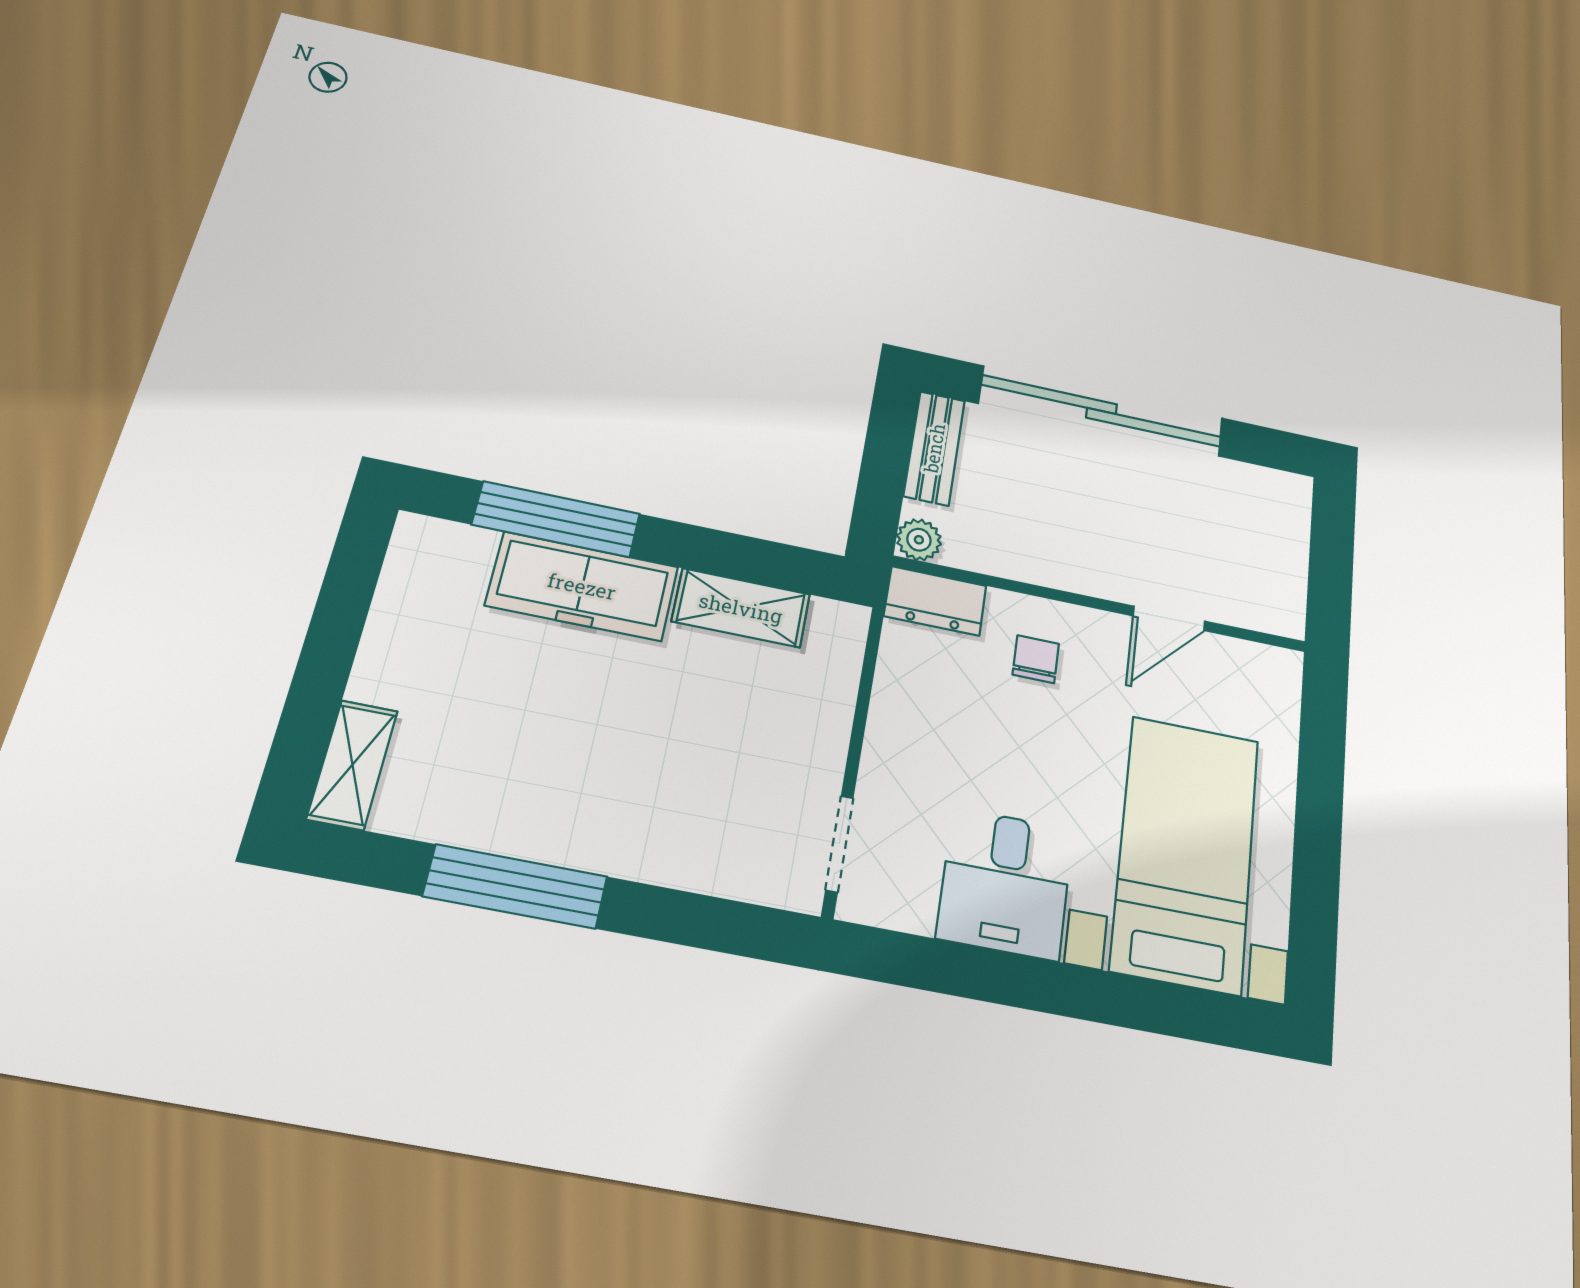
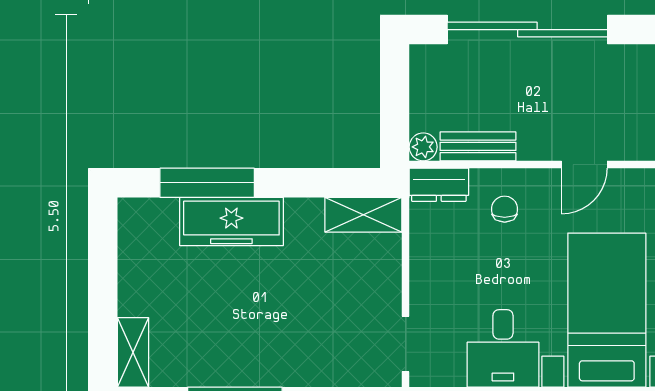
bench: (934, 448) -> (478, 146), moved, turned 90
shelving: (741, 608) -> (363, 215), moved

